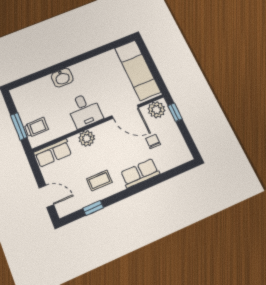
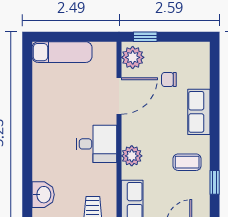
exam couch: (138, 70) -> (62, 52), width x0.73, depth x0.69
washbasin: (62, 78) -> (43, 195), moved
coffee table: (99, 180) -> (187, 162), turned 90

